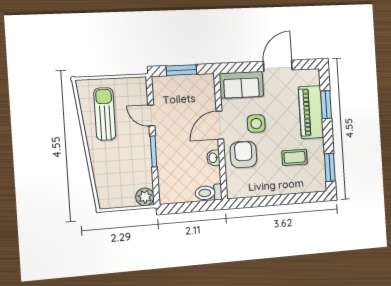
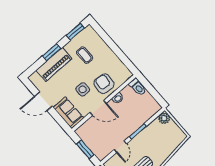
window: (326, 105) -> (52, 52), moved
armchair: (243, 154) -> (104, 84), turned 95

